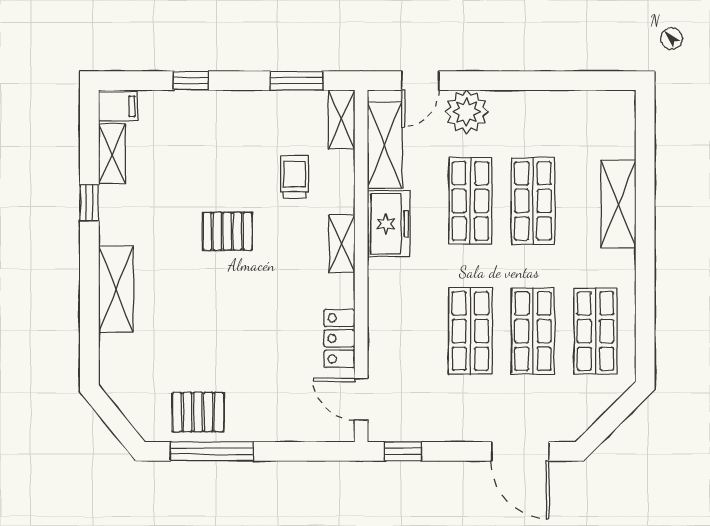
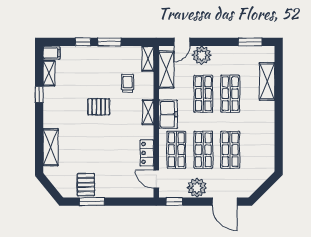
window: (297, 81) -> (109, 42), moved
window: (579, 81) -> (250, 42), added
shelving: (618, 204) -> (267, 81), moved
freezer: (389, 224) -> (168, 114), moved
shelving: (116, 289) -> (51, 147), moved
shop shelf: (595, 331) -> (176, 150), moved
pallet: (198, 412) -> (86, 185), turned 90
plant: (456, 419) -> (197, 188), added
window: (212, 451) -> (92, 202), width x0.69

